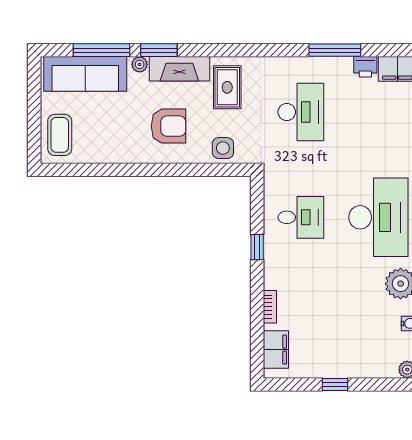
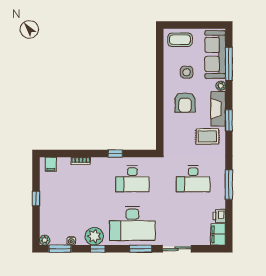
window: (159, 50) -> (229, 120), moved
window: (335, 50) -> (229, 185), moved
side table: (223, 148) -> (187, 72), moved
desk: (301, 217) -> (132, 179), width x1.37
filing cabinet: (276, 350) -> (51, 164), width x0.50

